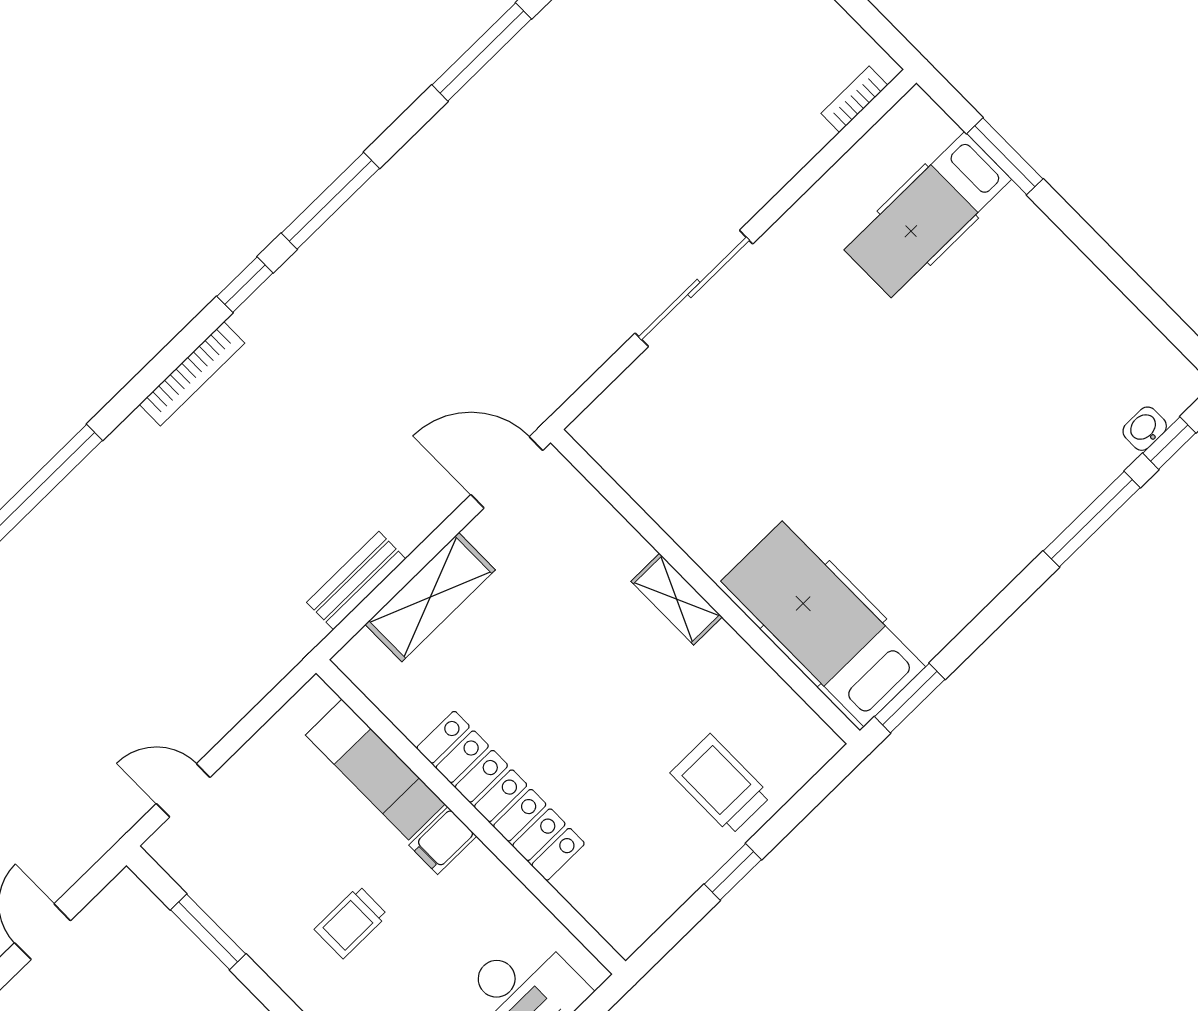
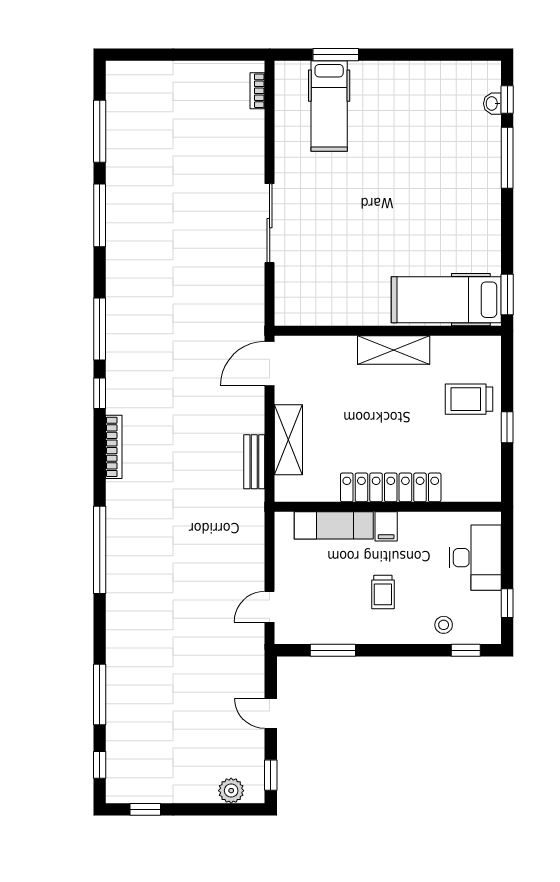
shelving: (677, 599) -> (394, 350), width x1.50, depth x1.33

